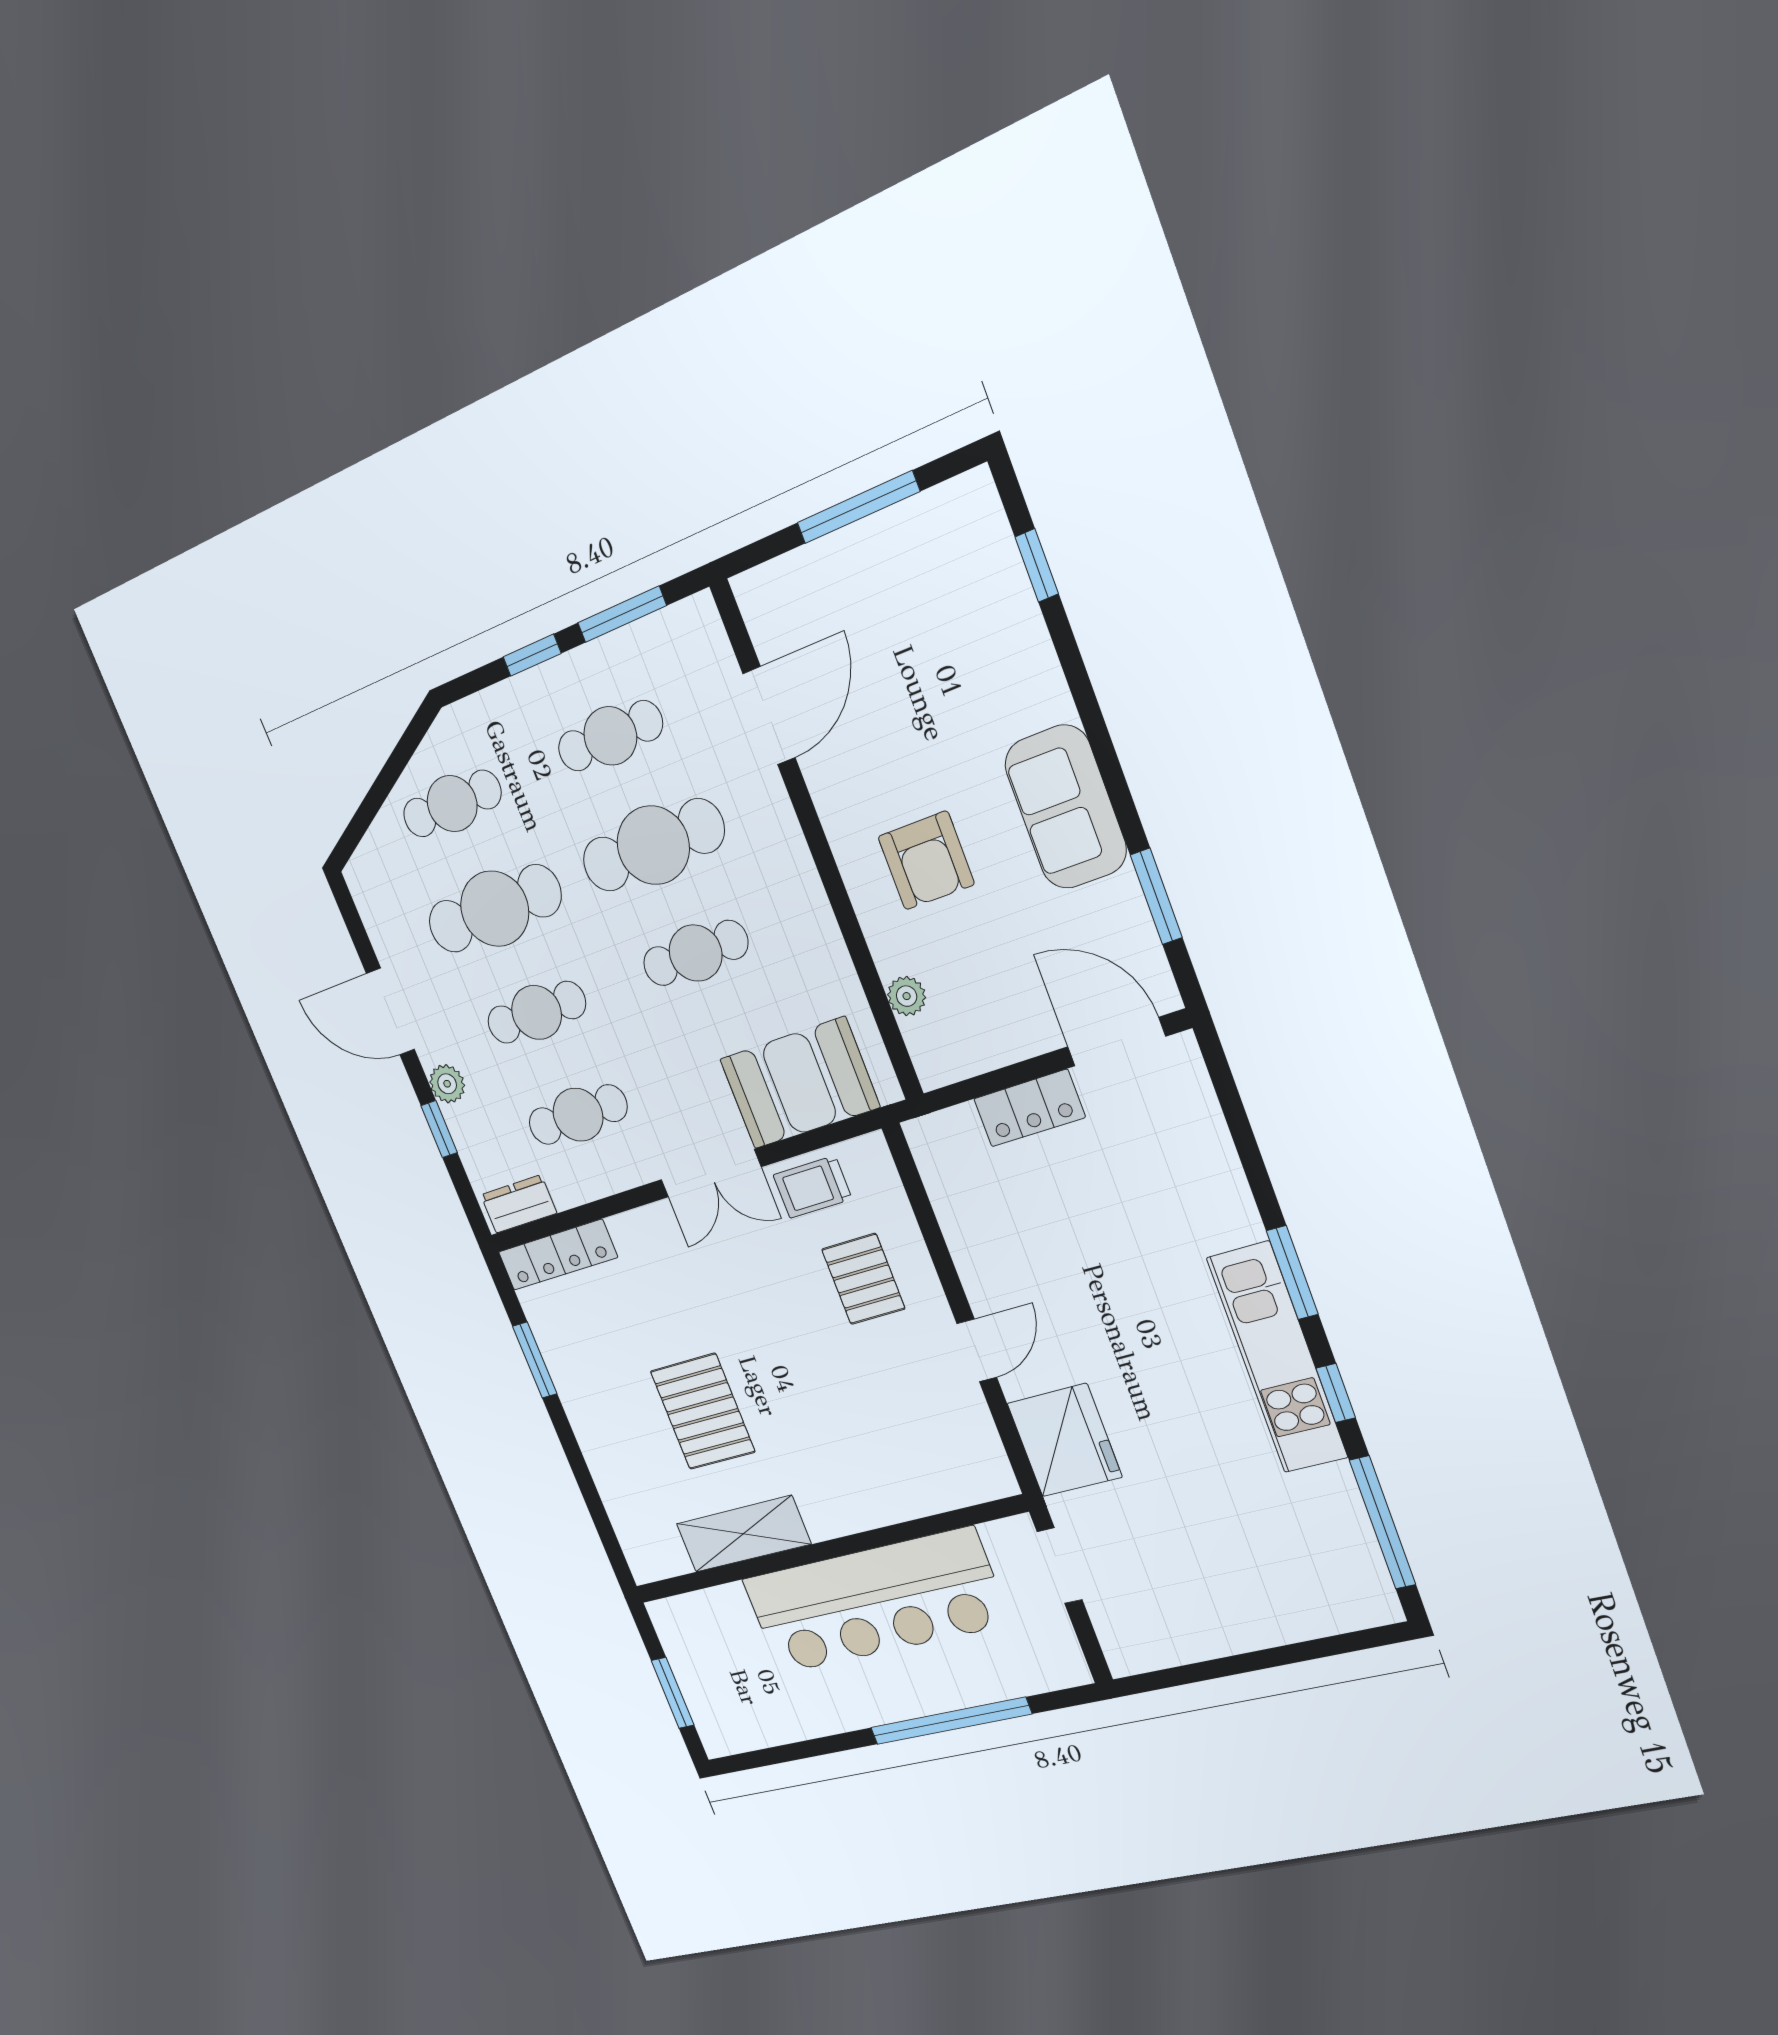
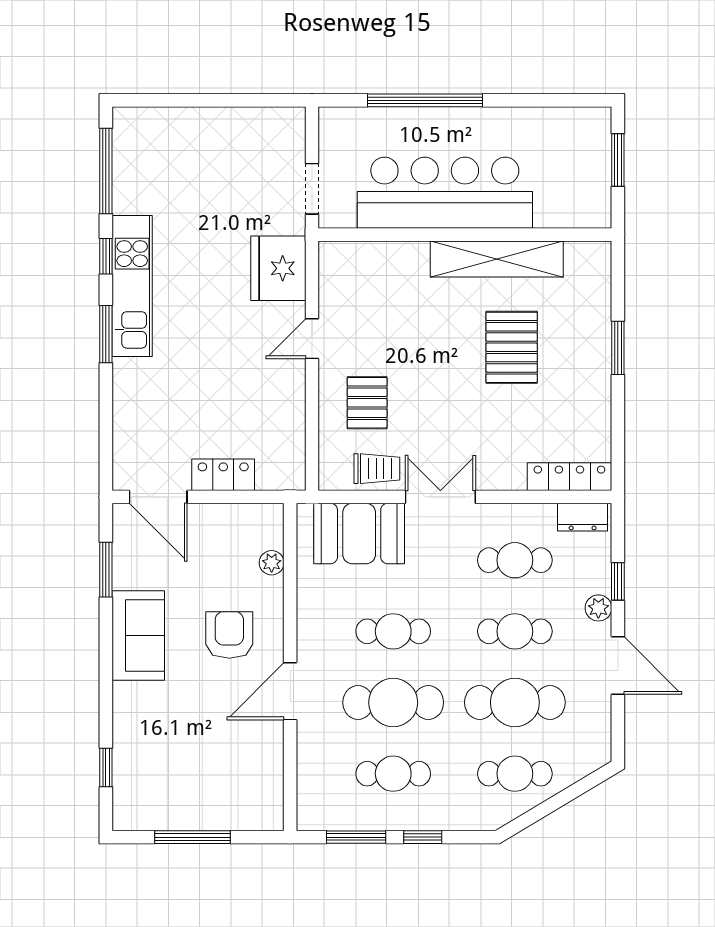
door: (769, 716) -> (290, 691), moved
window: (535, 1360) -> (618, 348), moved
shelving: (743, 1534) -> (497, 259), width x1.47

